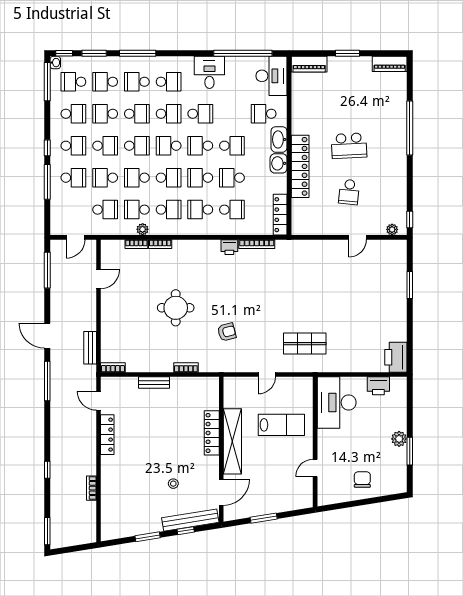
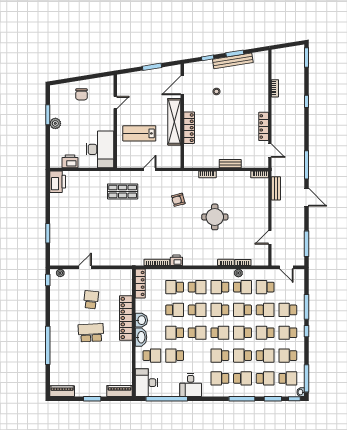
school desk: (200, 114) -> (175, 356), moved
school desk: (137, 178) -> (242, 310), turned 180
door: (75, 237) -> (286, 267), swing flipped
bench: (190, 520) -> (233, 61), moved

